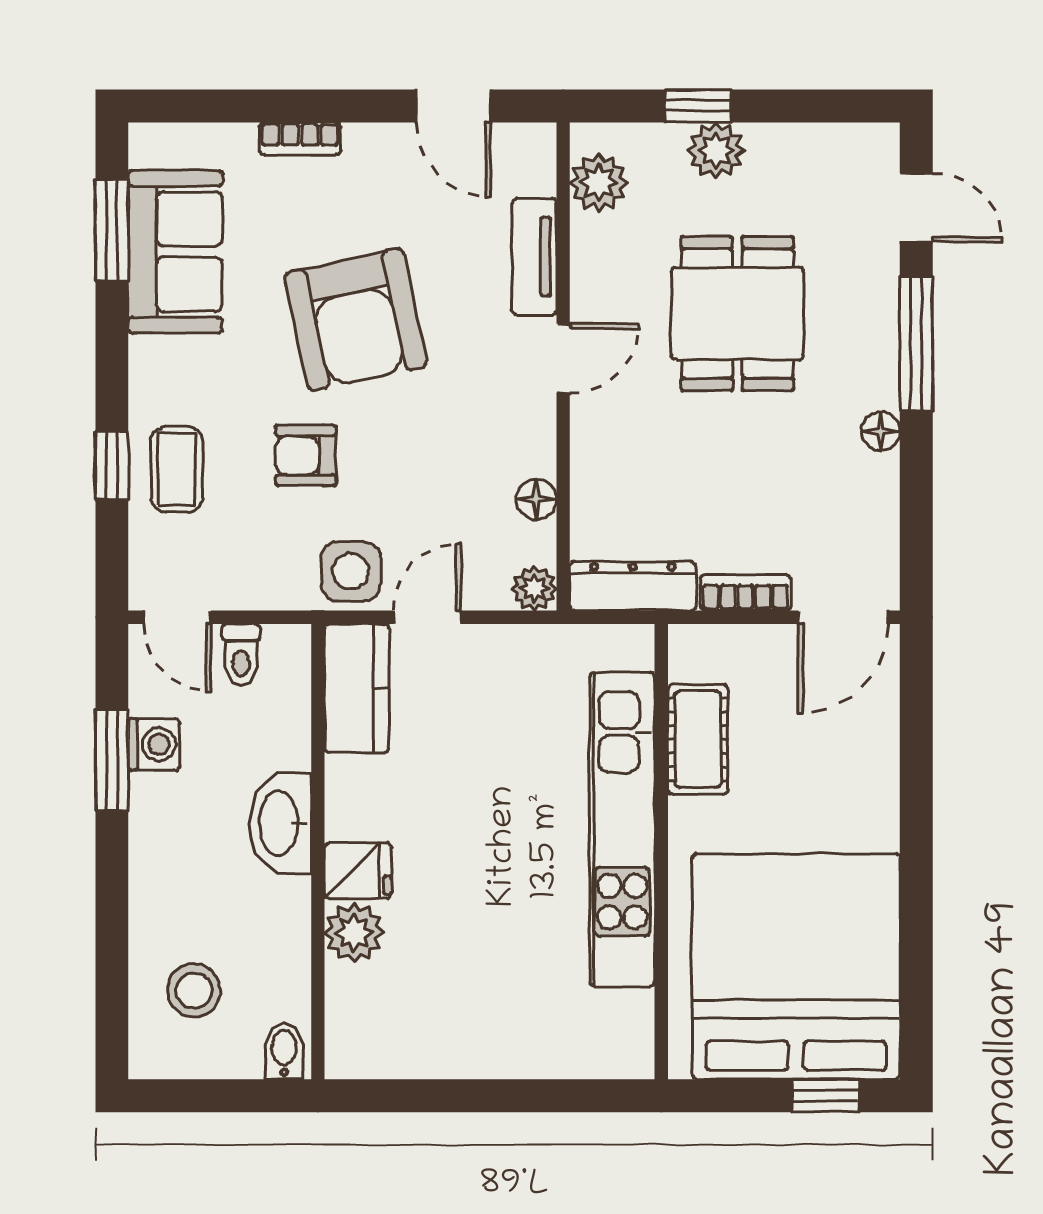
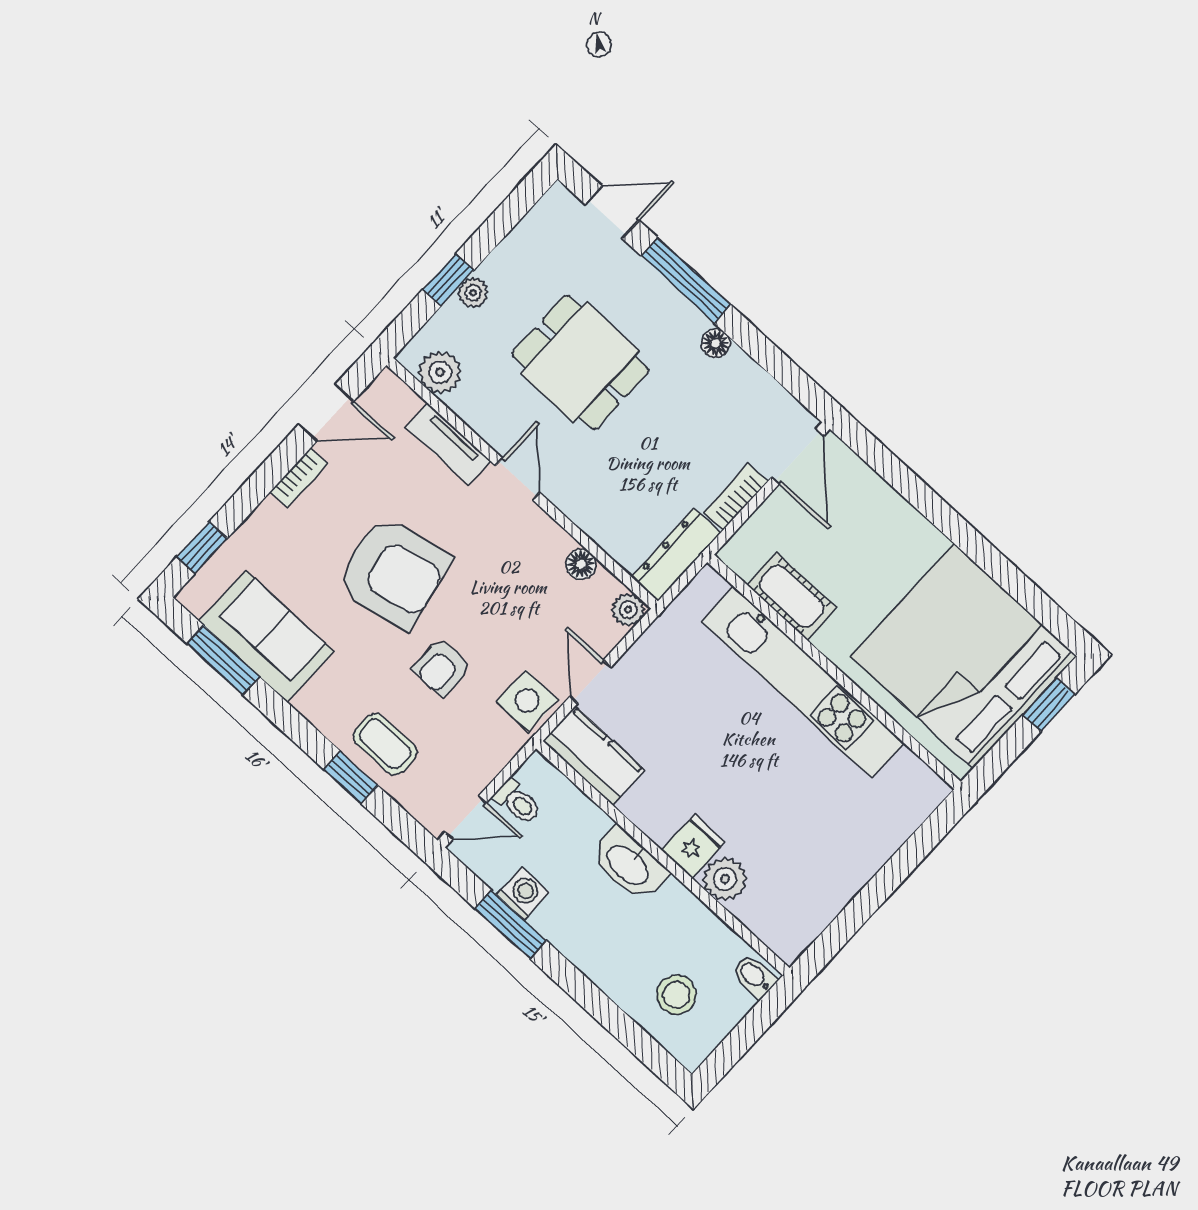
window: (205, 106) -> (202, 548), added
bookcase: (300, 139) -> (299, 478), moved
plant: (716, 150) -> (473, 293), width x0.73, depth x0.73

